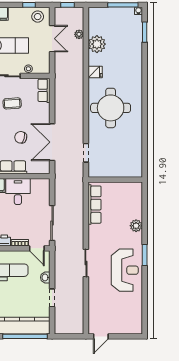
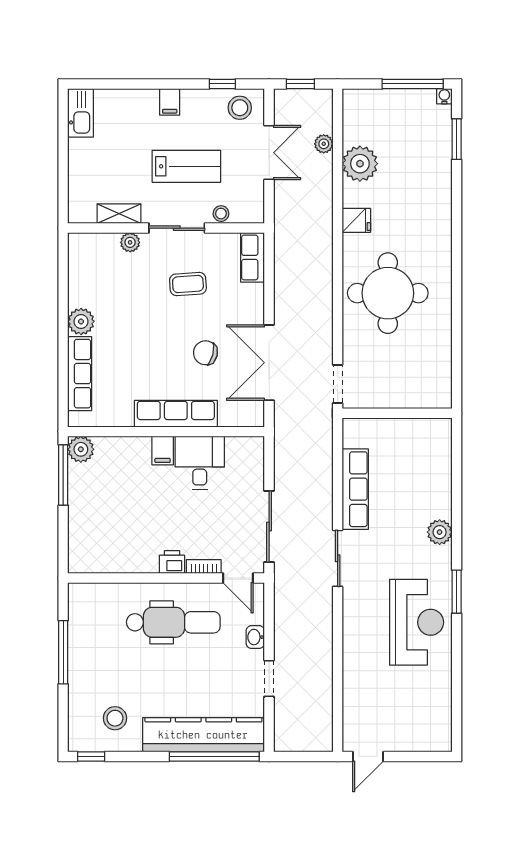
wall: (115, 180) -> (397, 413), moved
sliding door: (86, 263) -> (338, 558), moved

